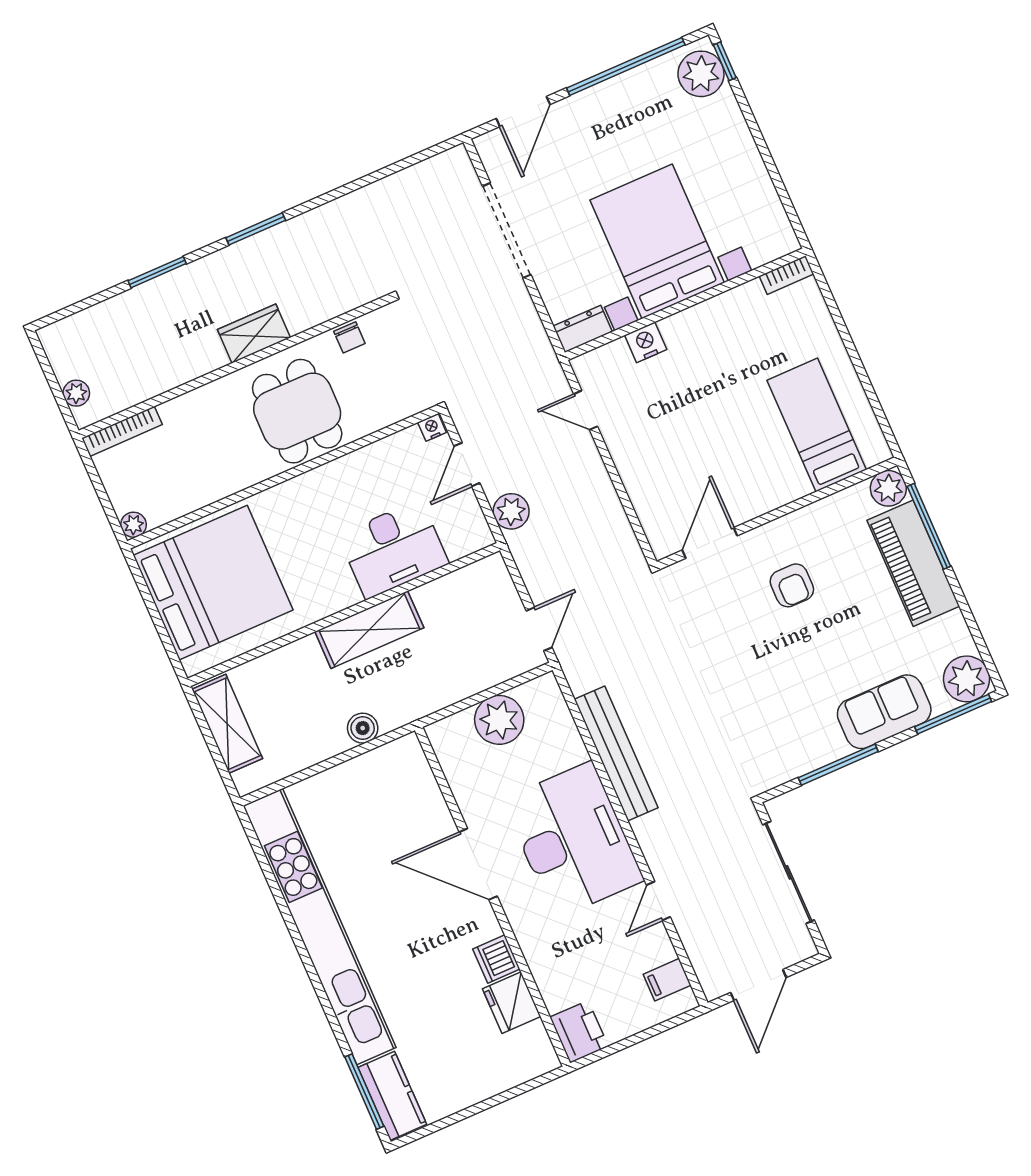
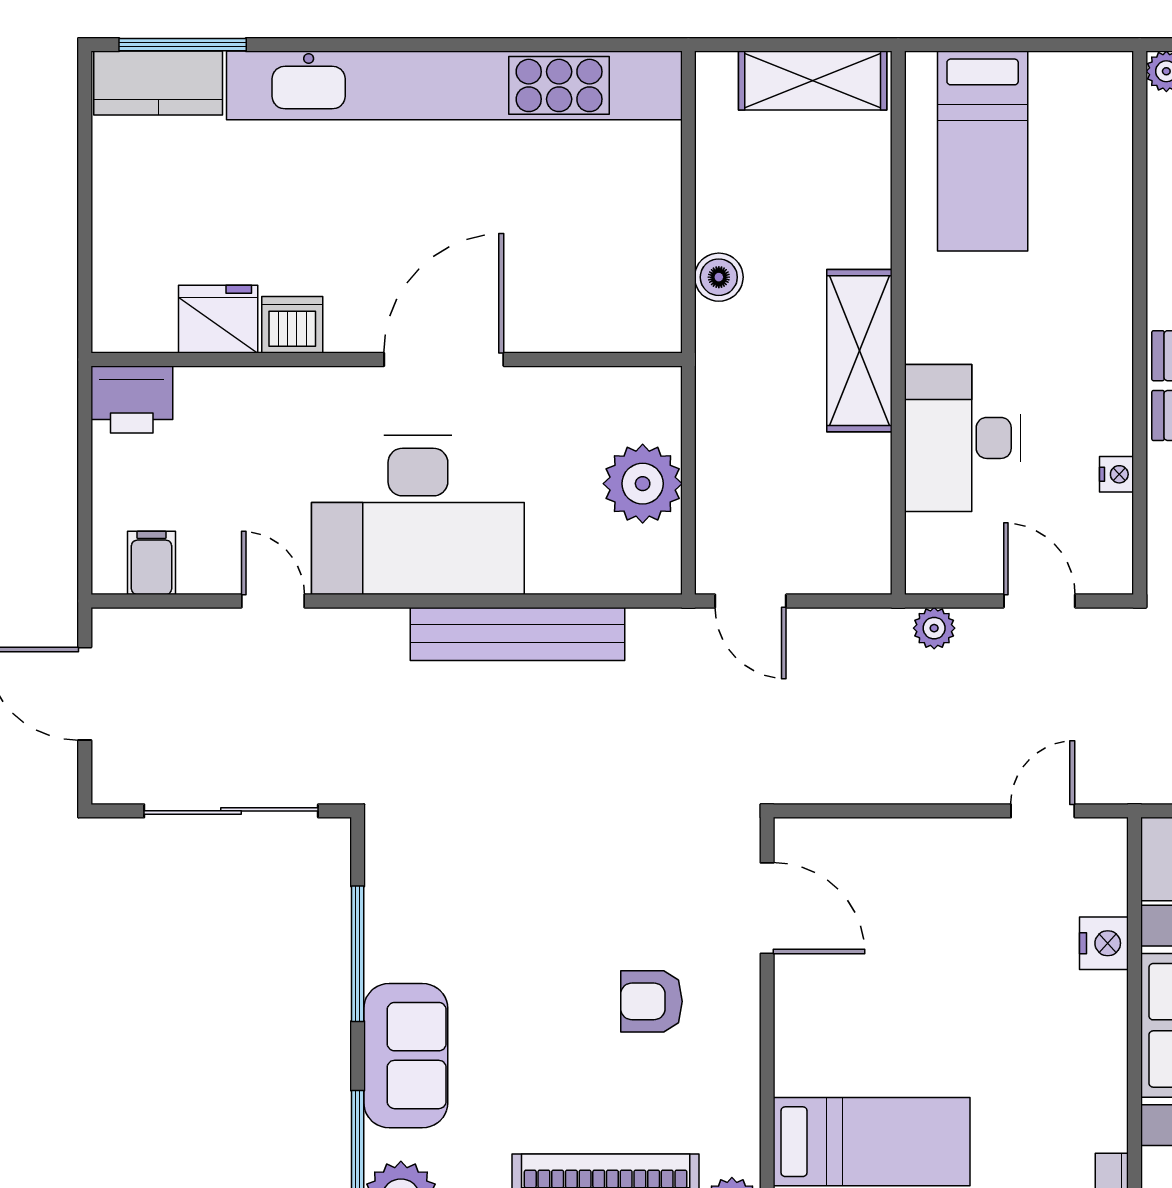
nightstand: (432, 427) -> (1117, 474), moved
plant: (511, 511) -> (934, 628), width x0.73, depth x0.73
bed: (213, 583) -> (983, 151), width x0.49

